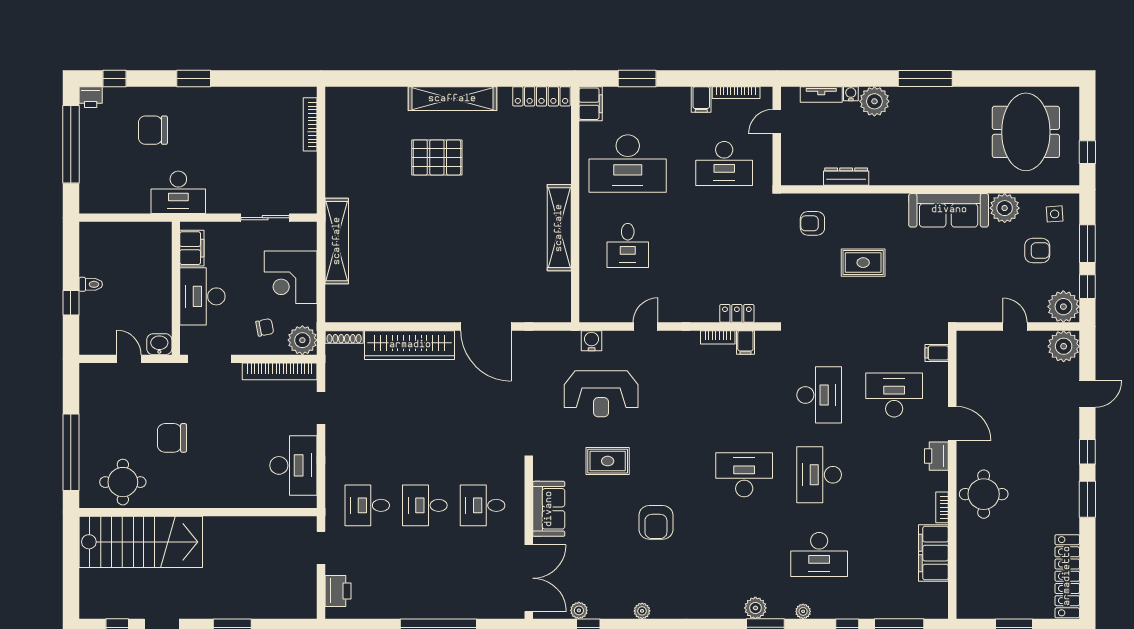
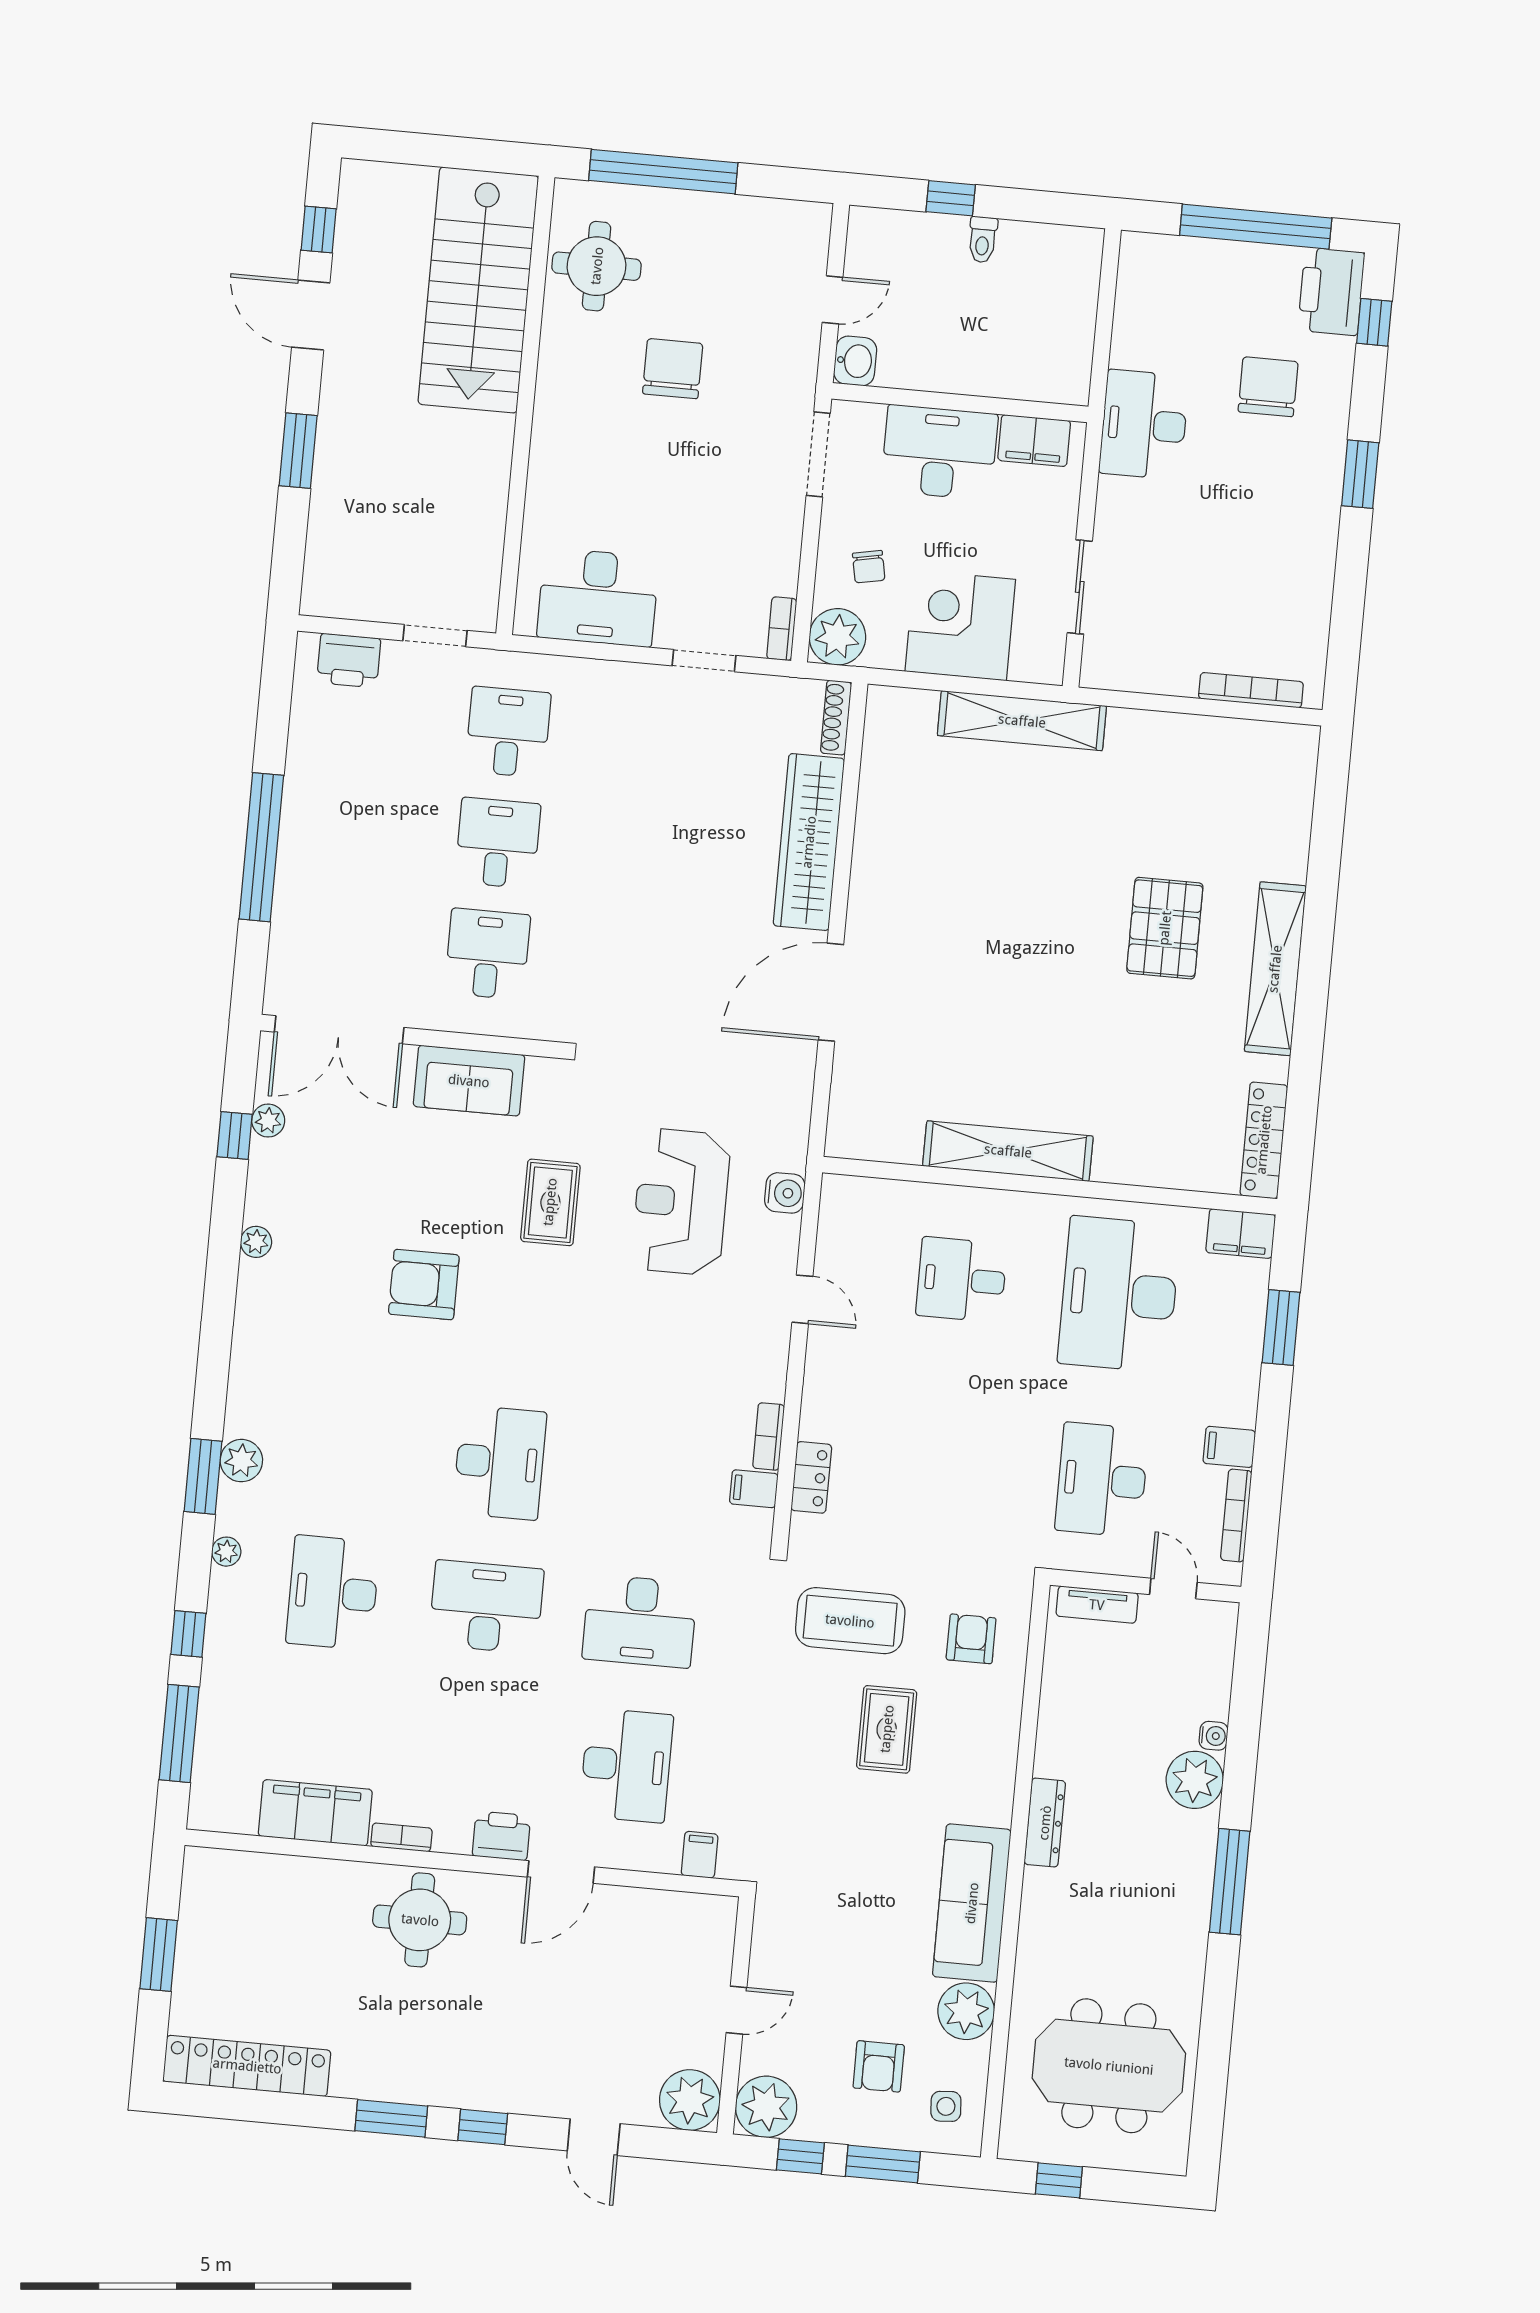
tv unit: (821, 94) -> (1097, 1605), moved, turned -90
printer: (91, 97) -> (1331, 291), width x1.87, depth x1.48
dresser: (846, 177) -> (1045, 1823), moved
coffee table: (809, 287) -> (850, 1621), added
bookcase: (280, 371) -> (782, 629), width x0.43, depth x0.76

